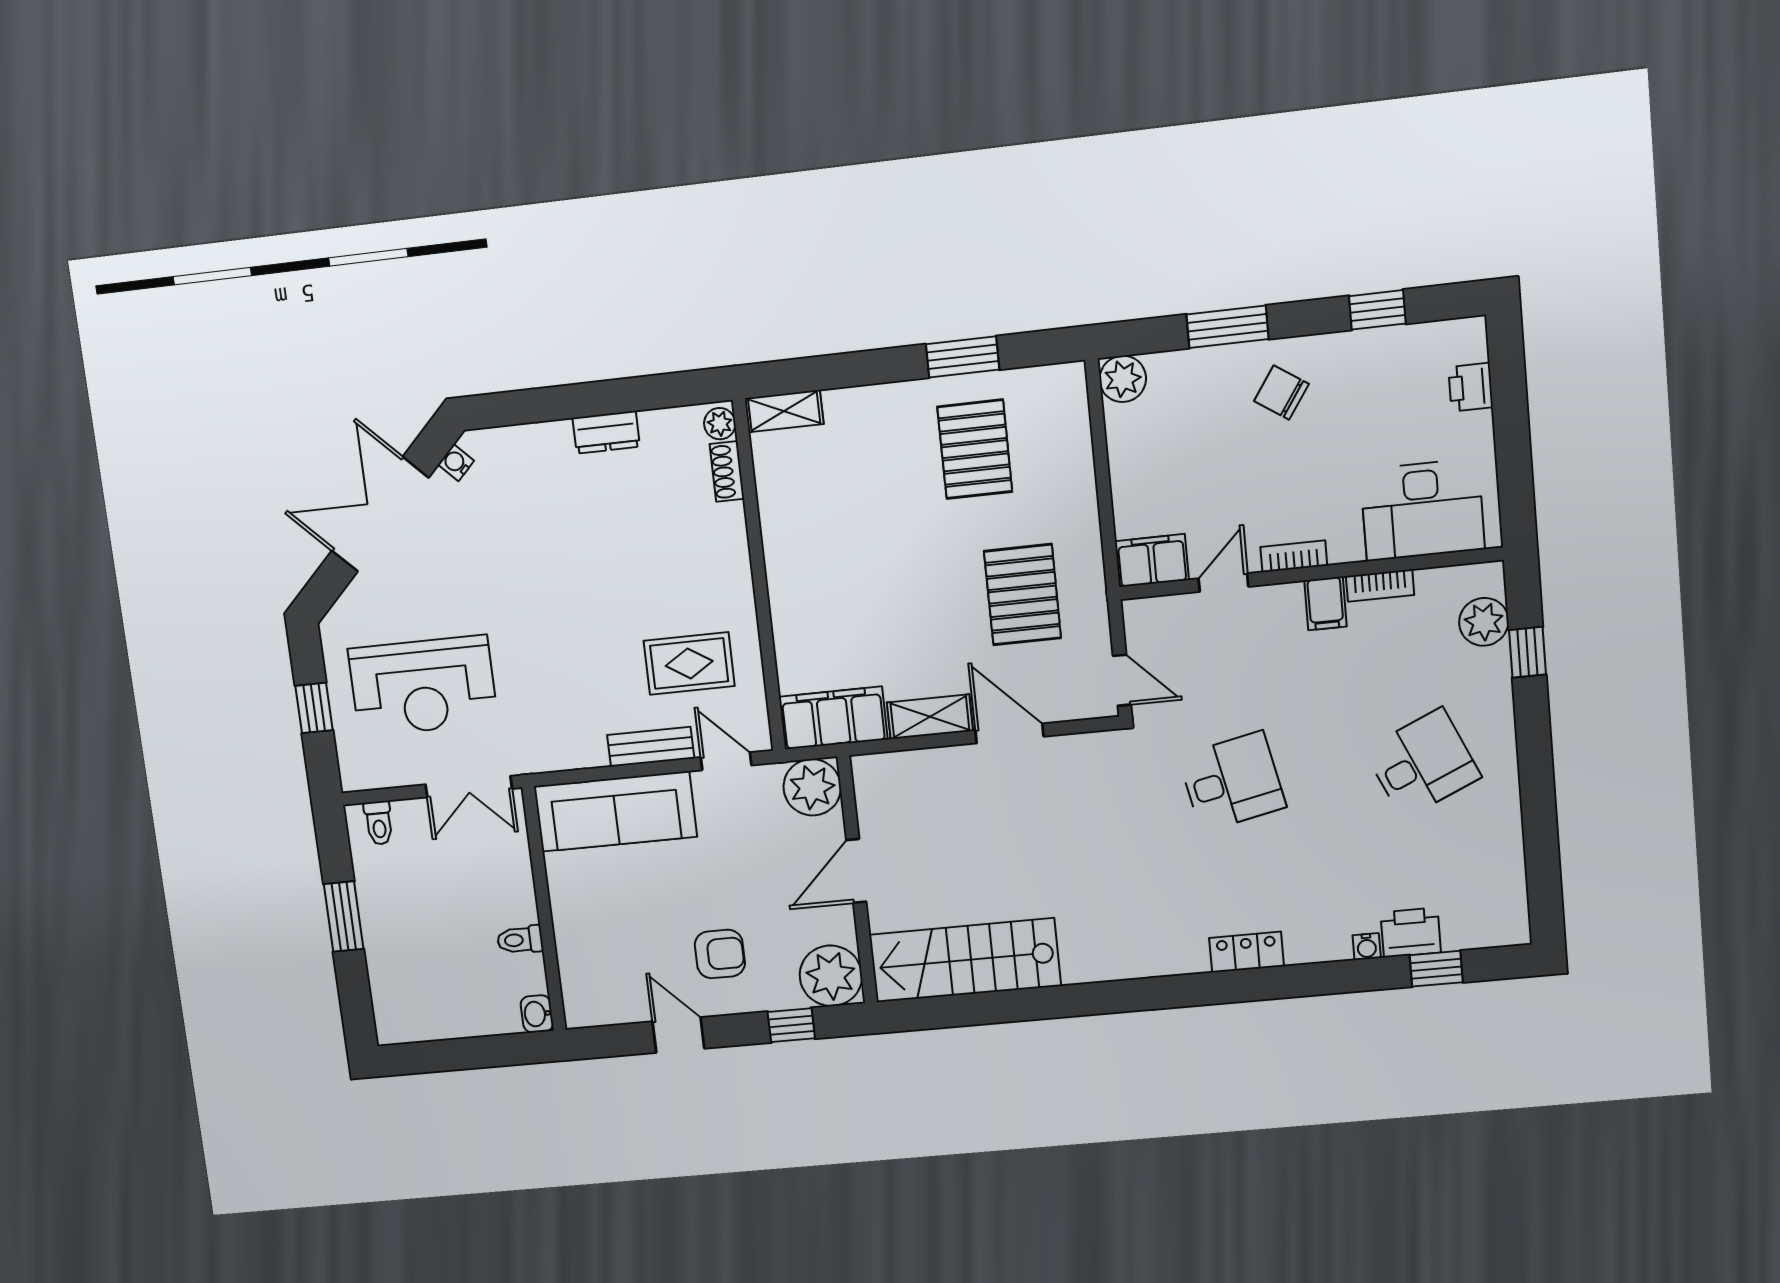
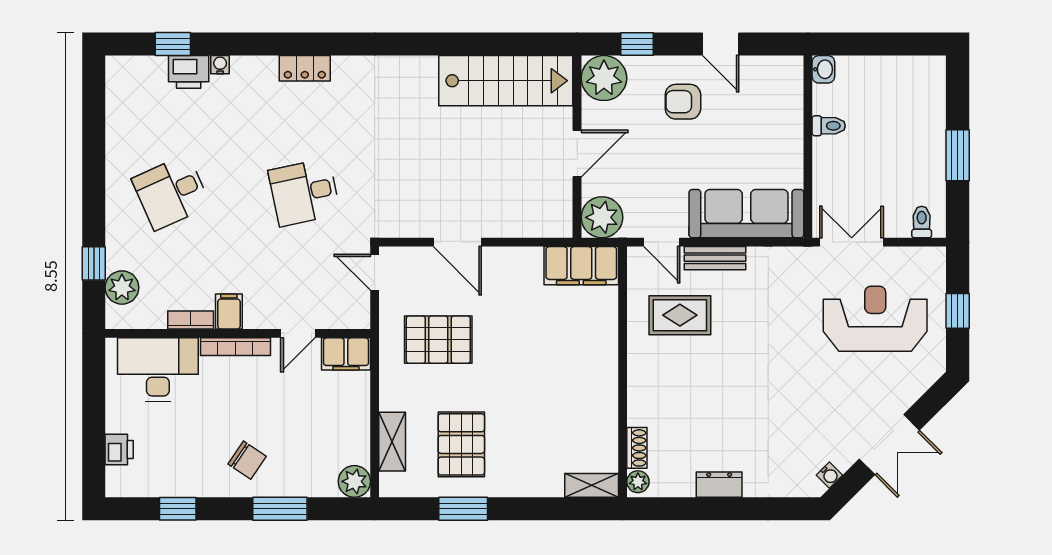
double door: (380, 514) -> (889, 445), width x0.73
bookcase: (1294, 556) -> (235, 347), width x1.56
pallet: (1023, 595) -> (438, 340), turned 90
shelving: (930, 717) -> (392, 442), moved, turned 90

